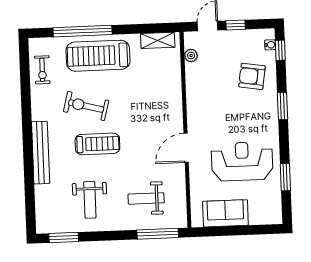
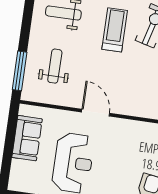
treadmill: (97, 144) -> (115, 30), turned 180

